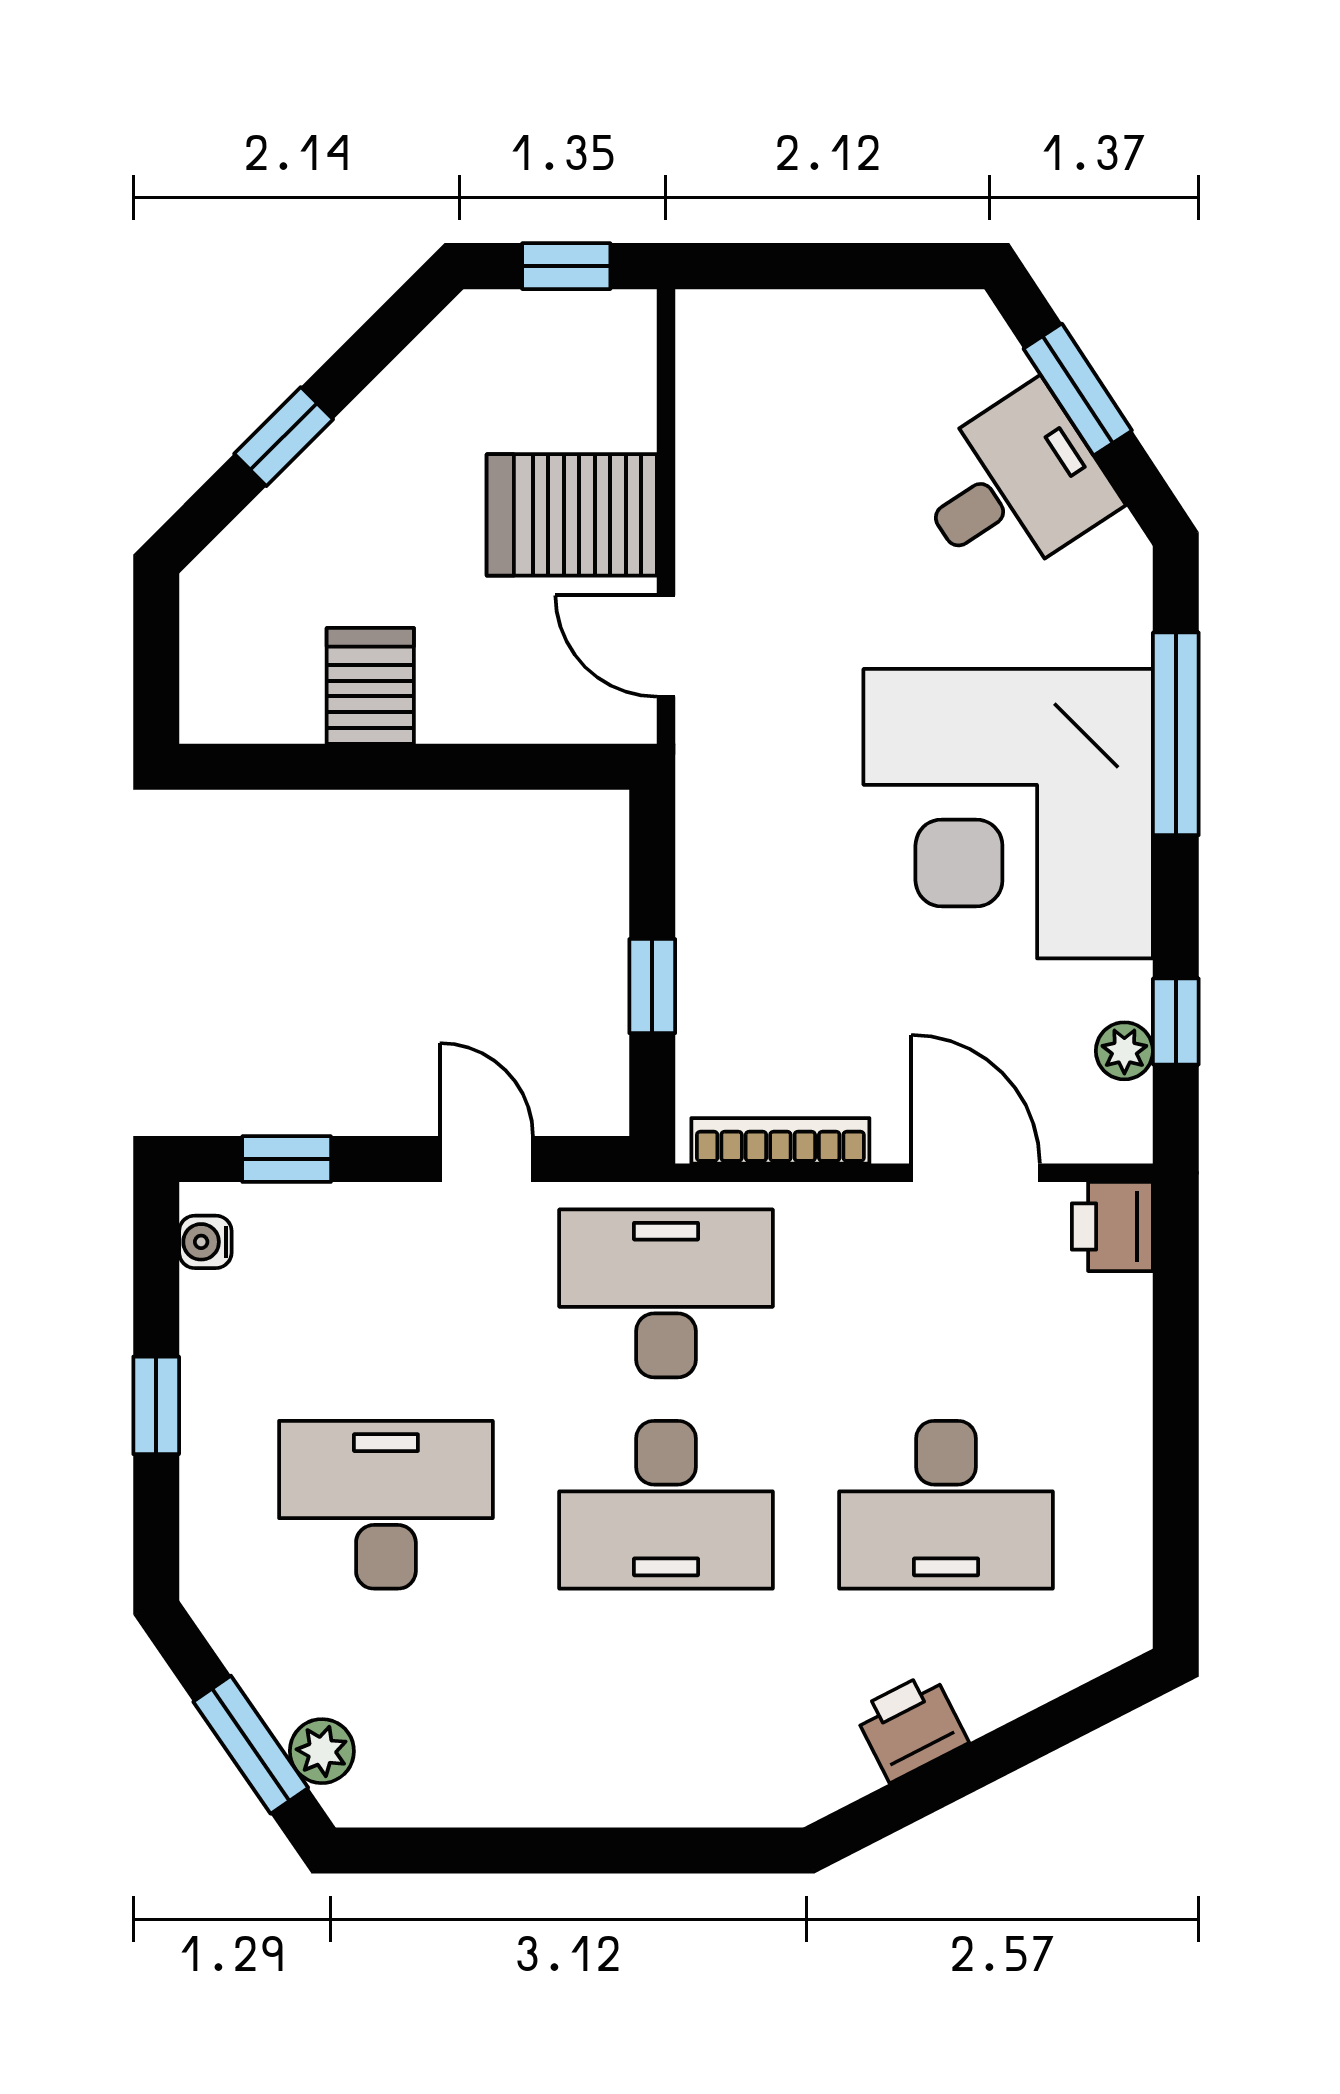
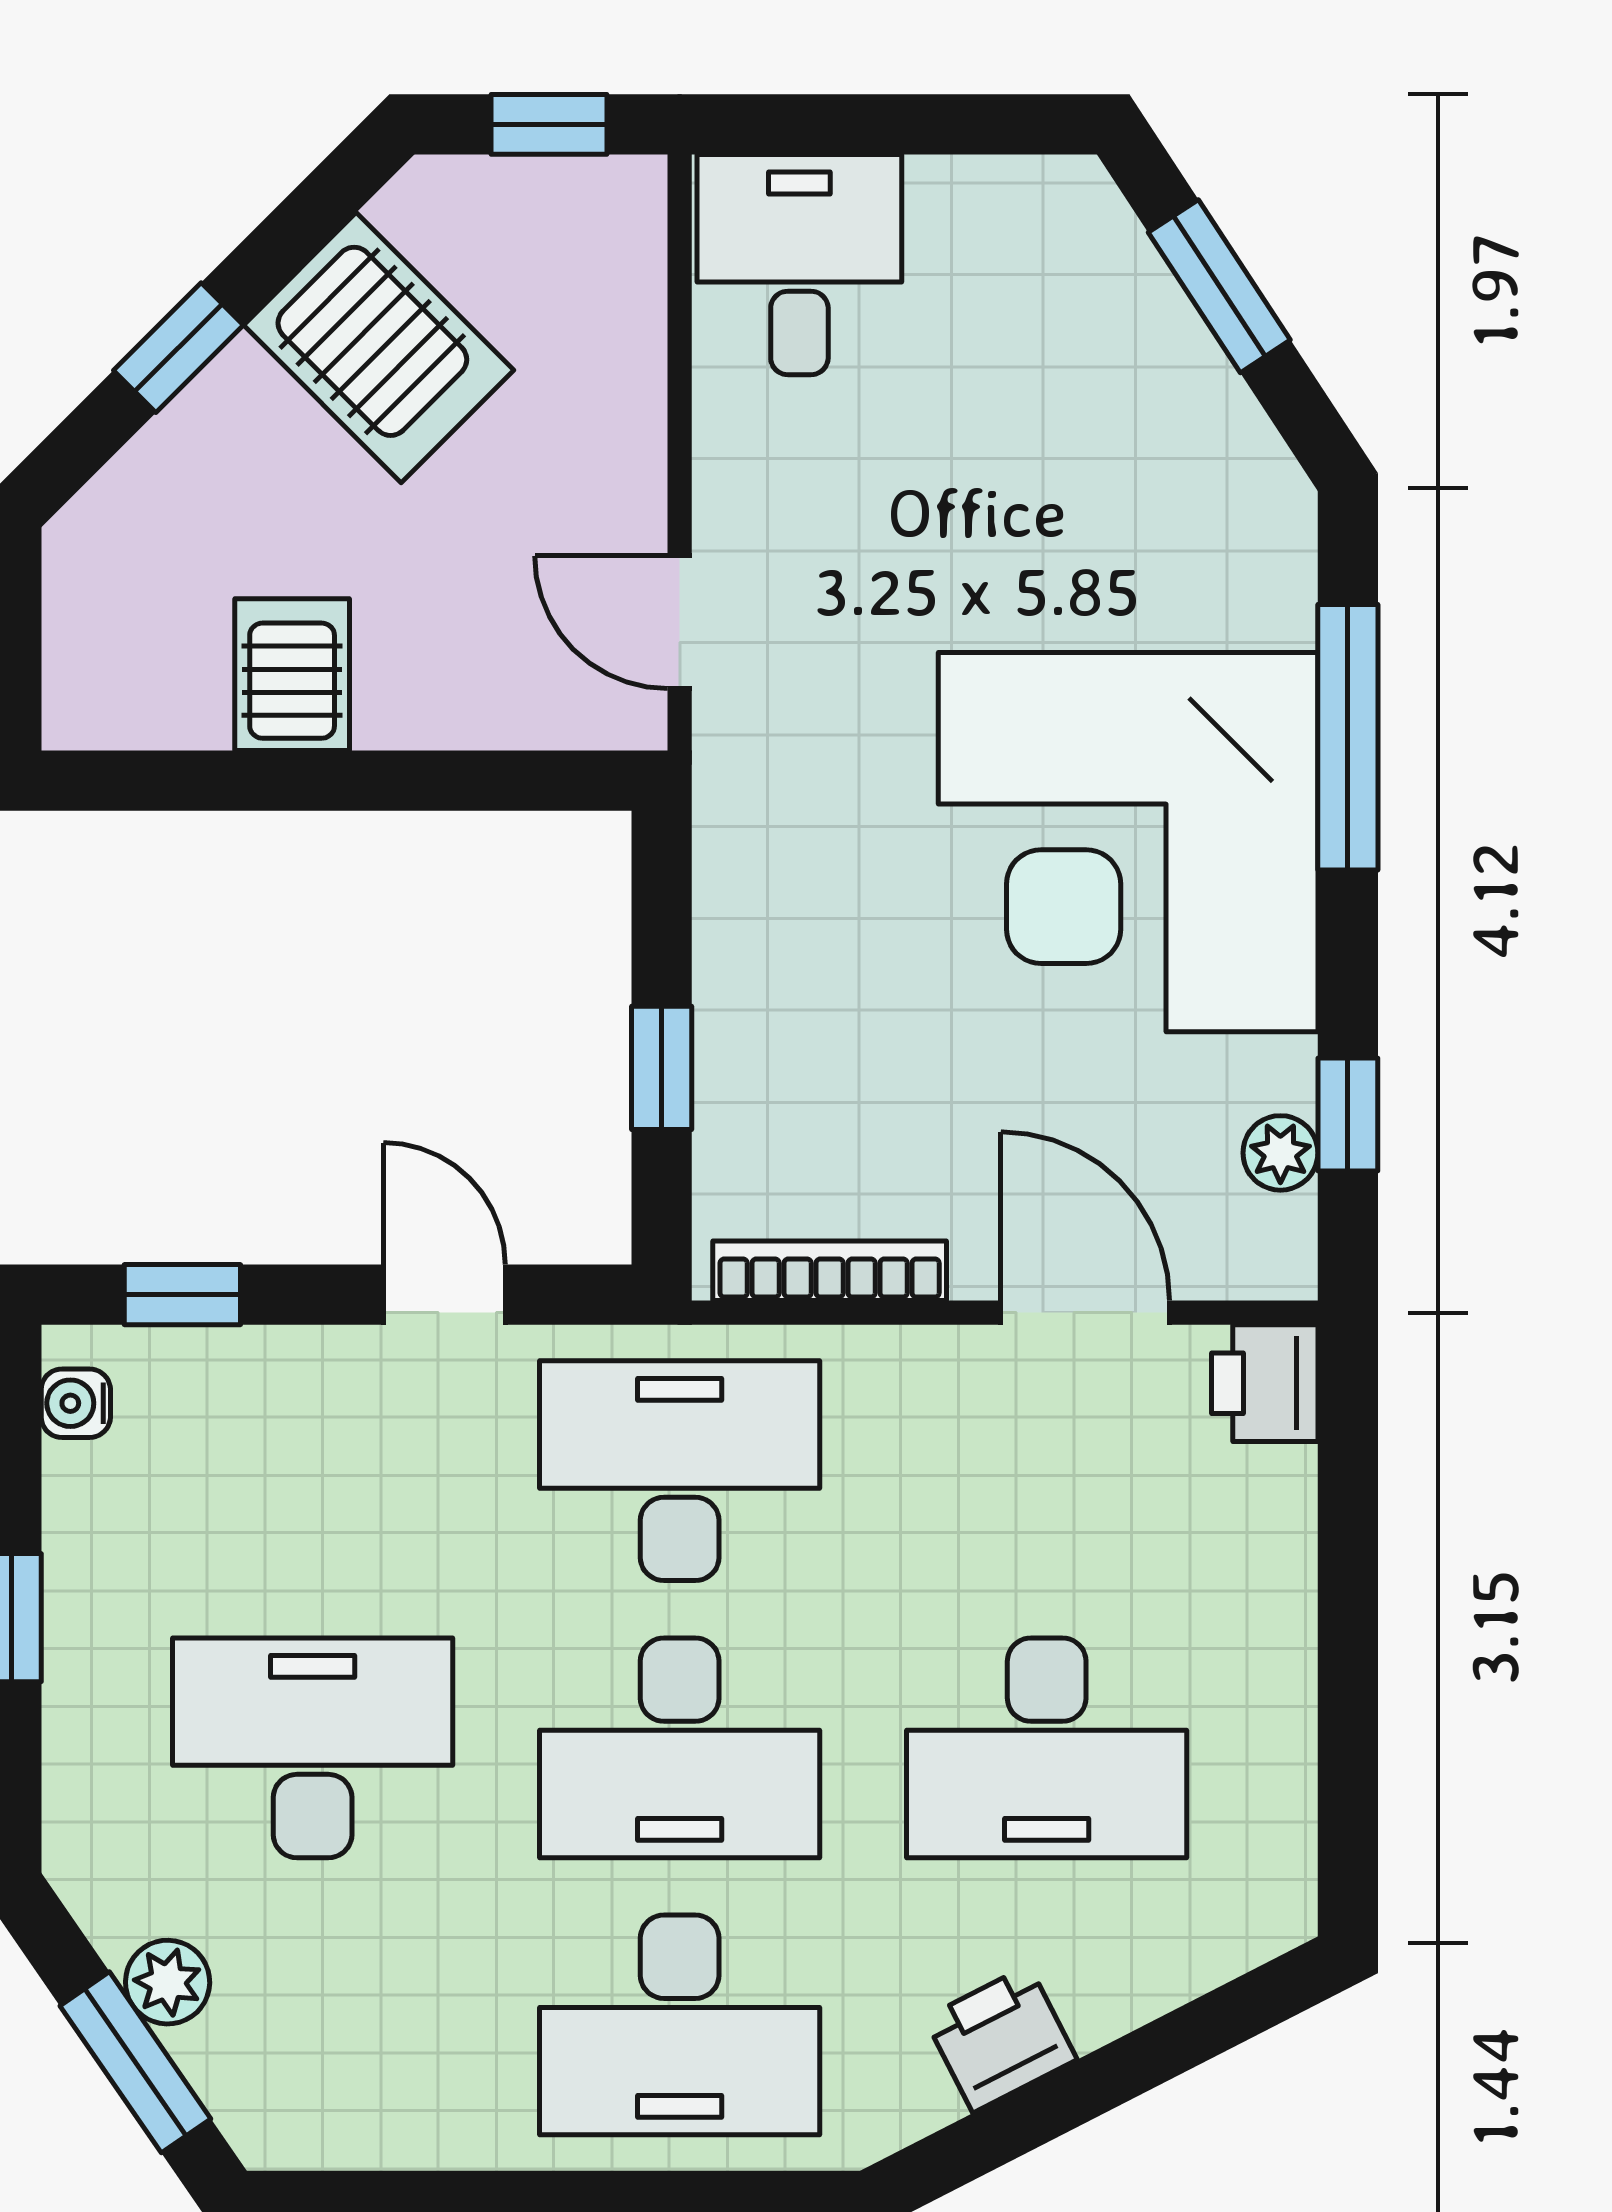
desk: (1013, 486) -> (799, 265), moved, turned -57
server rack: (572, 515) -> (379, 348), moved, turned -135
desk: (666, 1716) -> (680, 2025), added
plant: (322, 1751) -> (168, 1982), moved

